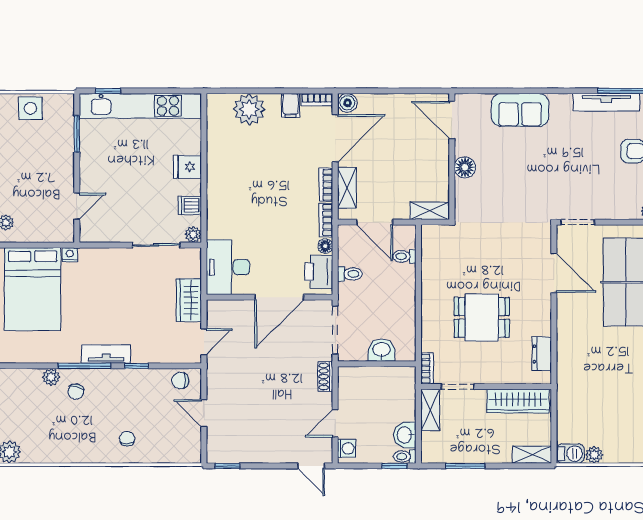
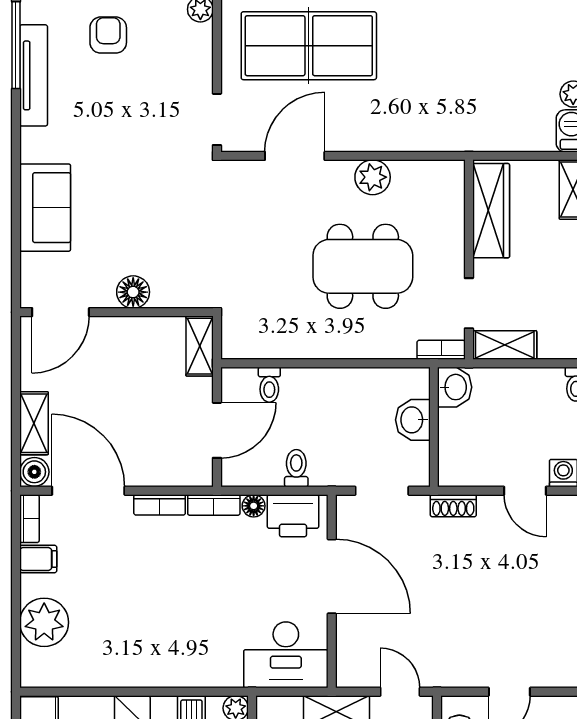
shelving: (347, 188) -> (34, 423), moved, turned 90
dining table: (482, 317) -> (363, 266), width x1.38
plant: (540, 324) -> (373, 177), added
doorway: (335, 330) -> (382, 491), width x0.73
dresser: (542, 354) -> (419, 174), removed
washbasin: (405, 435) -> (455, 387), moved, turned -90

